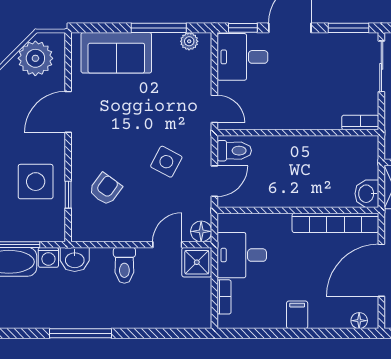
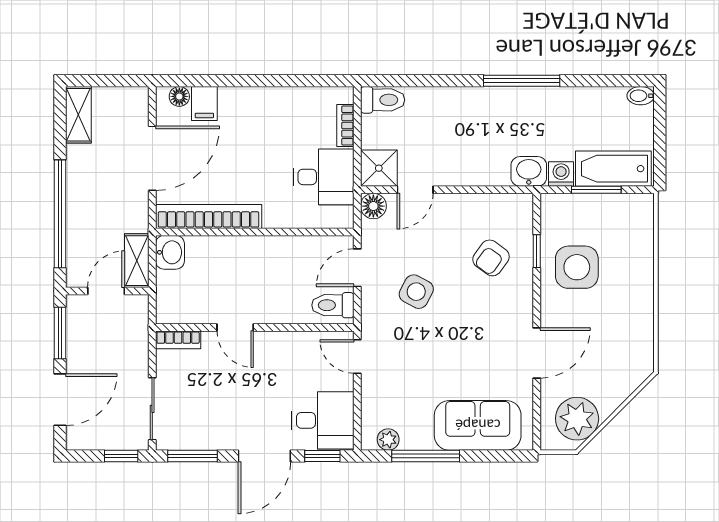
door: (314, 133) -> (235, 327), added
toilet: (124, 265) -> (383, 100), moved, turned 90
filing cabinet: (297, 315) -> (204, 104), moved

